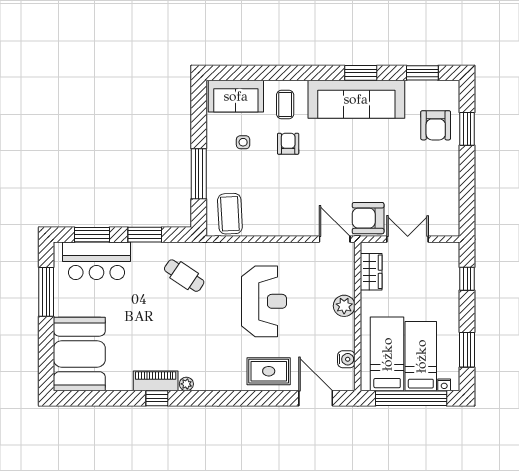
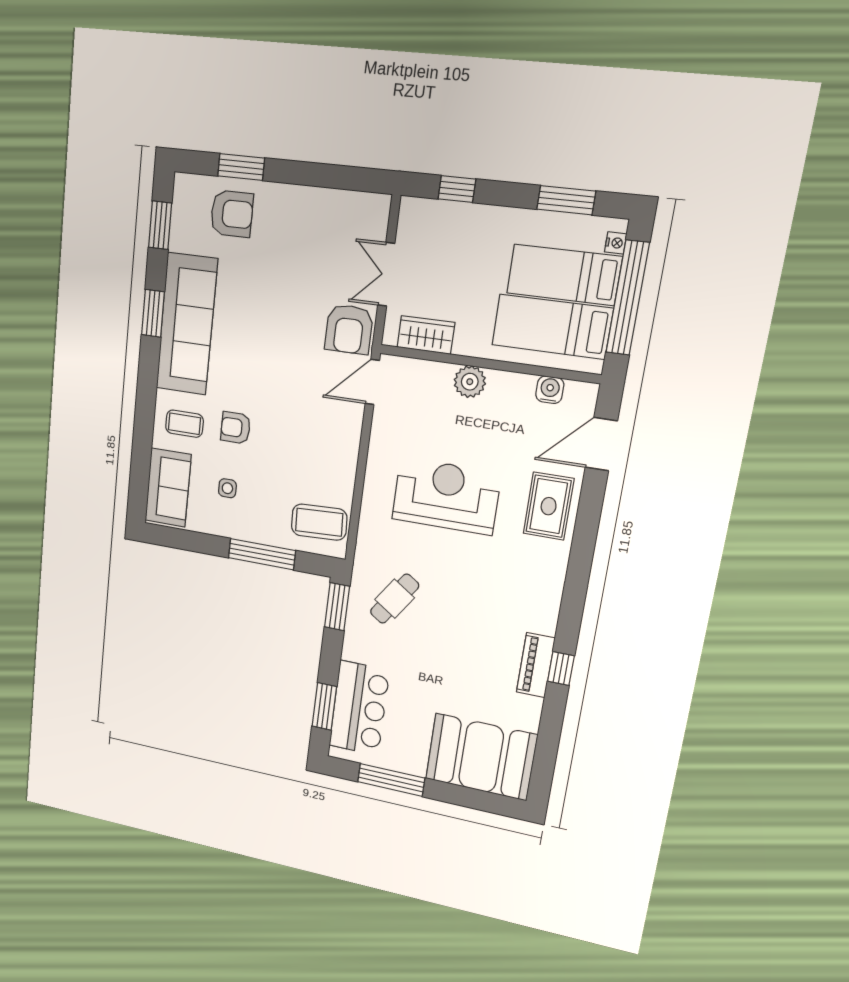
window: (145, 235) -> (337, 607), moved
plant: (186, 384) -> (547, 625), removed

